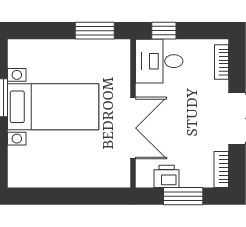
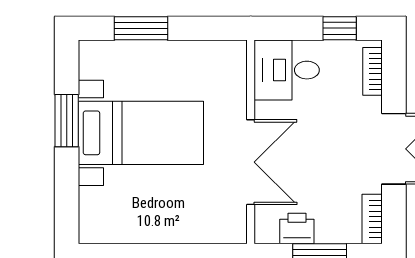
window: (95, 31) -> (141, 28), moved
window: (164, 31) -> (340, 28), moved

